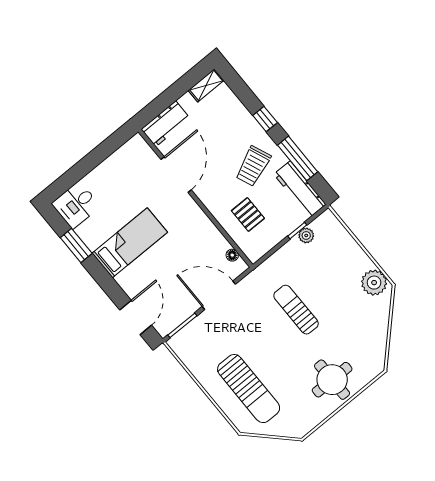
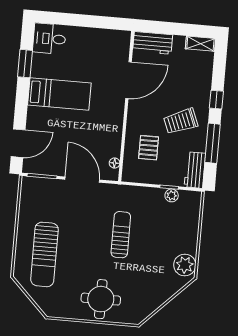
workbench: (300, 189) -> (195, 170), width x0.73

